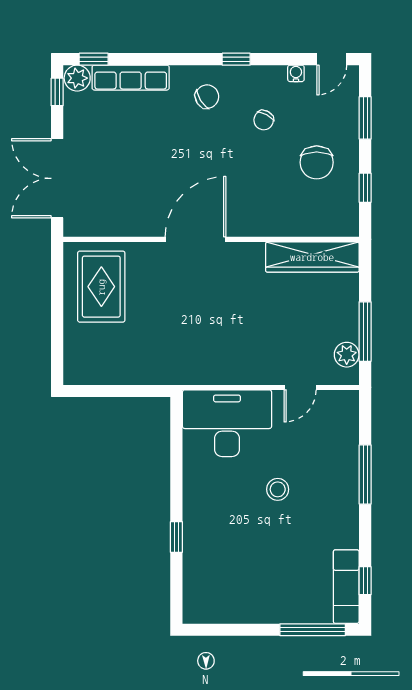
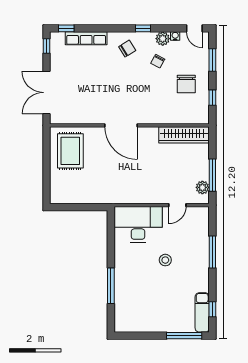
door: (332, 59) -> (194, 28), hinge flipped
plant: (77, 78) -> (163, 39), moved
door: (196, 239) -> (121, 125), swing flipped
window: (176, 537) -> (111, 286), width x2.17

